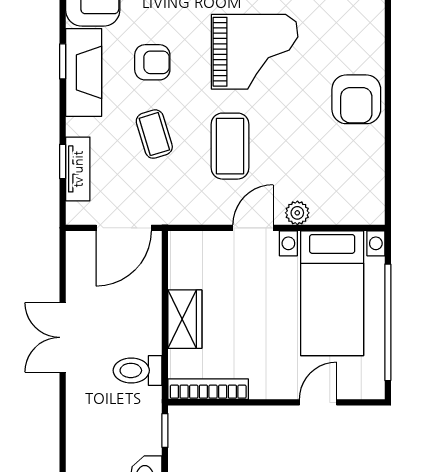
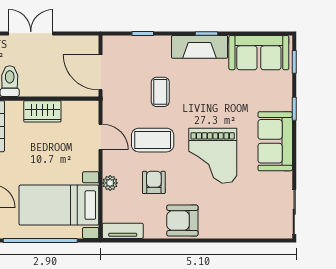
armchair: (152, 62) -> (154, 182), moved, turned 180
coffee table: (154, 134) -> (160, 92), turned -73
tv unit: (78, 169) -> (123, 231), moved, turned 180
door: (253, 228) -> (101, 137), moved

